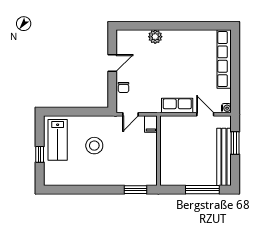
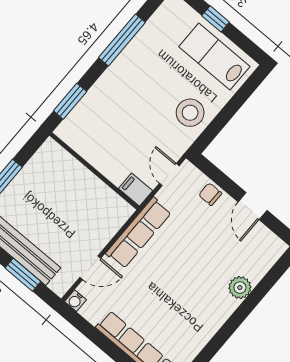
row of seats: (177, 106) -> (139, 233), width x1.48
stool: (94, 146) -> (190, 113), moved
window: (86, 190) -> (122, 40), added

